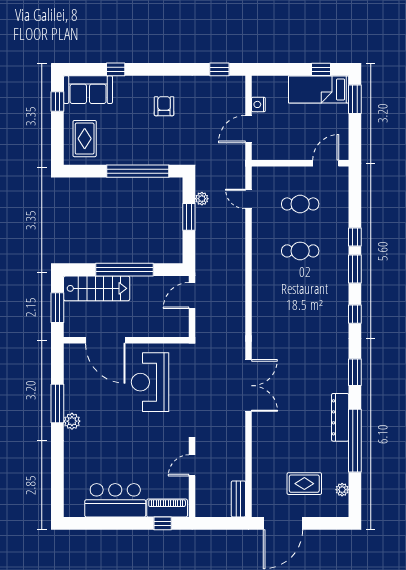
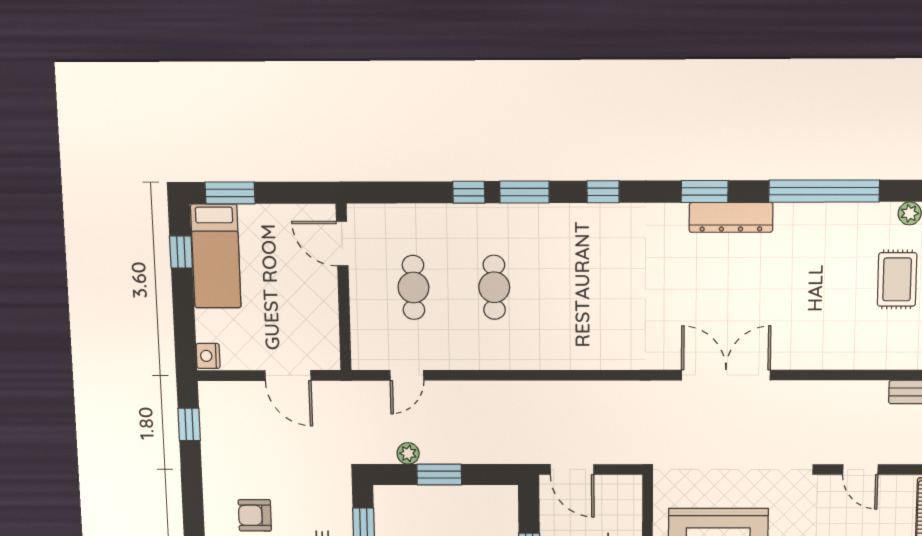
nightstand: (258, 104) -> (208, 356), moved, turned 90
dresser: (340, 417) -> (731, 217), moved

